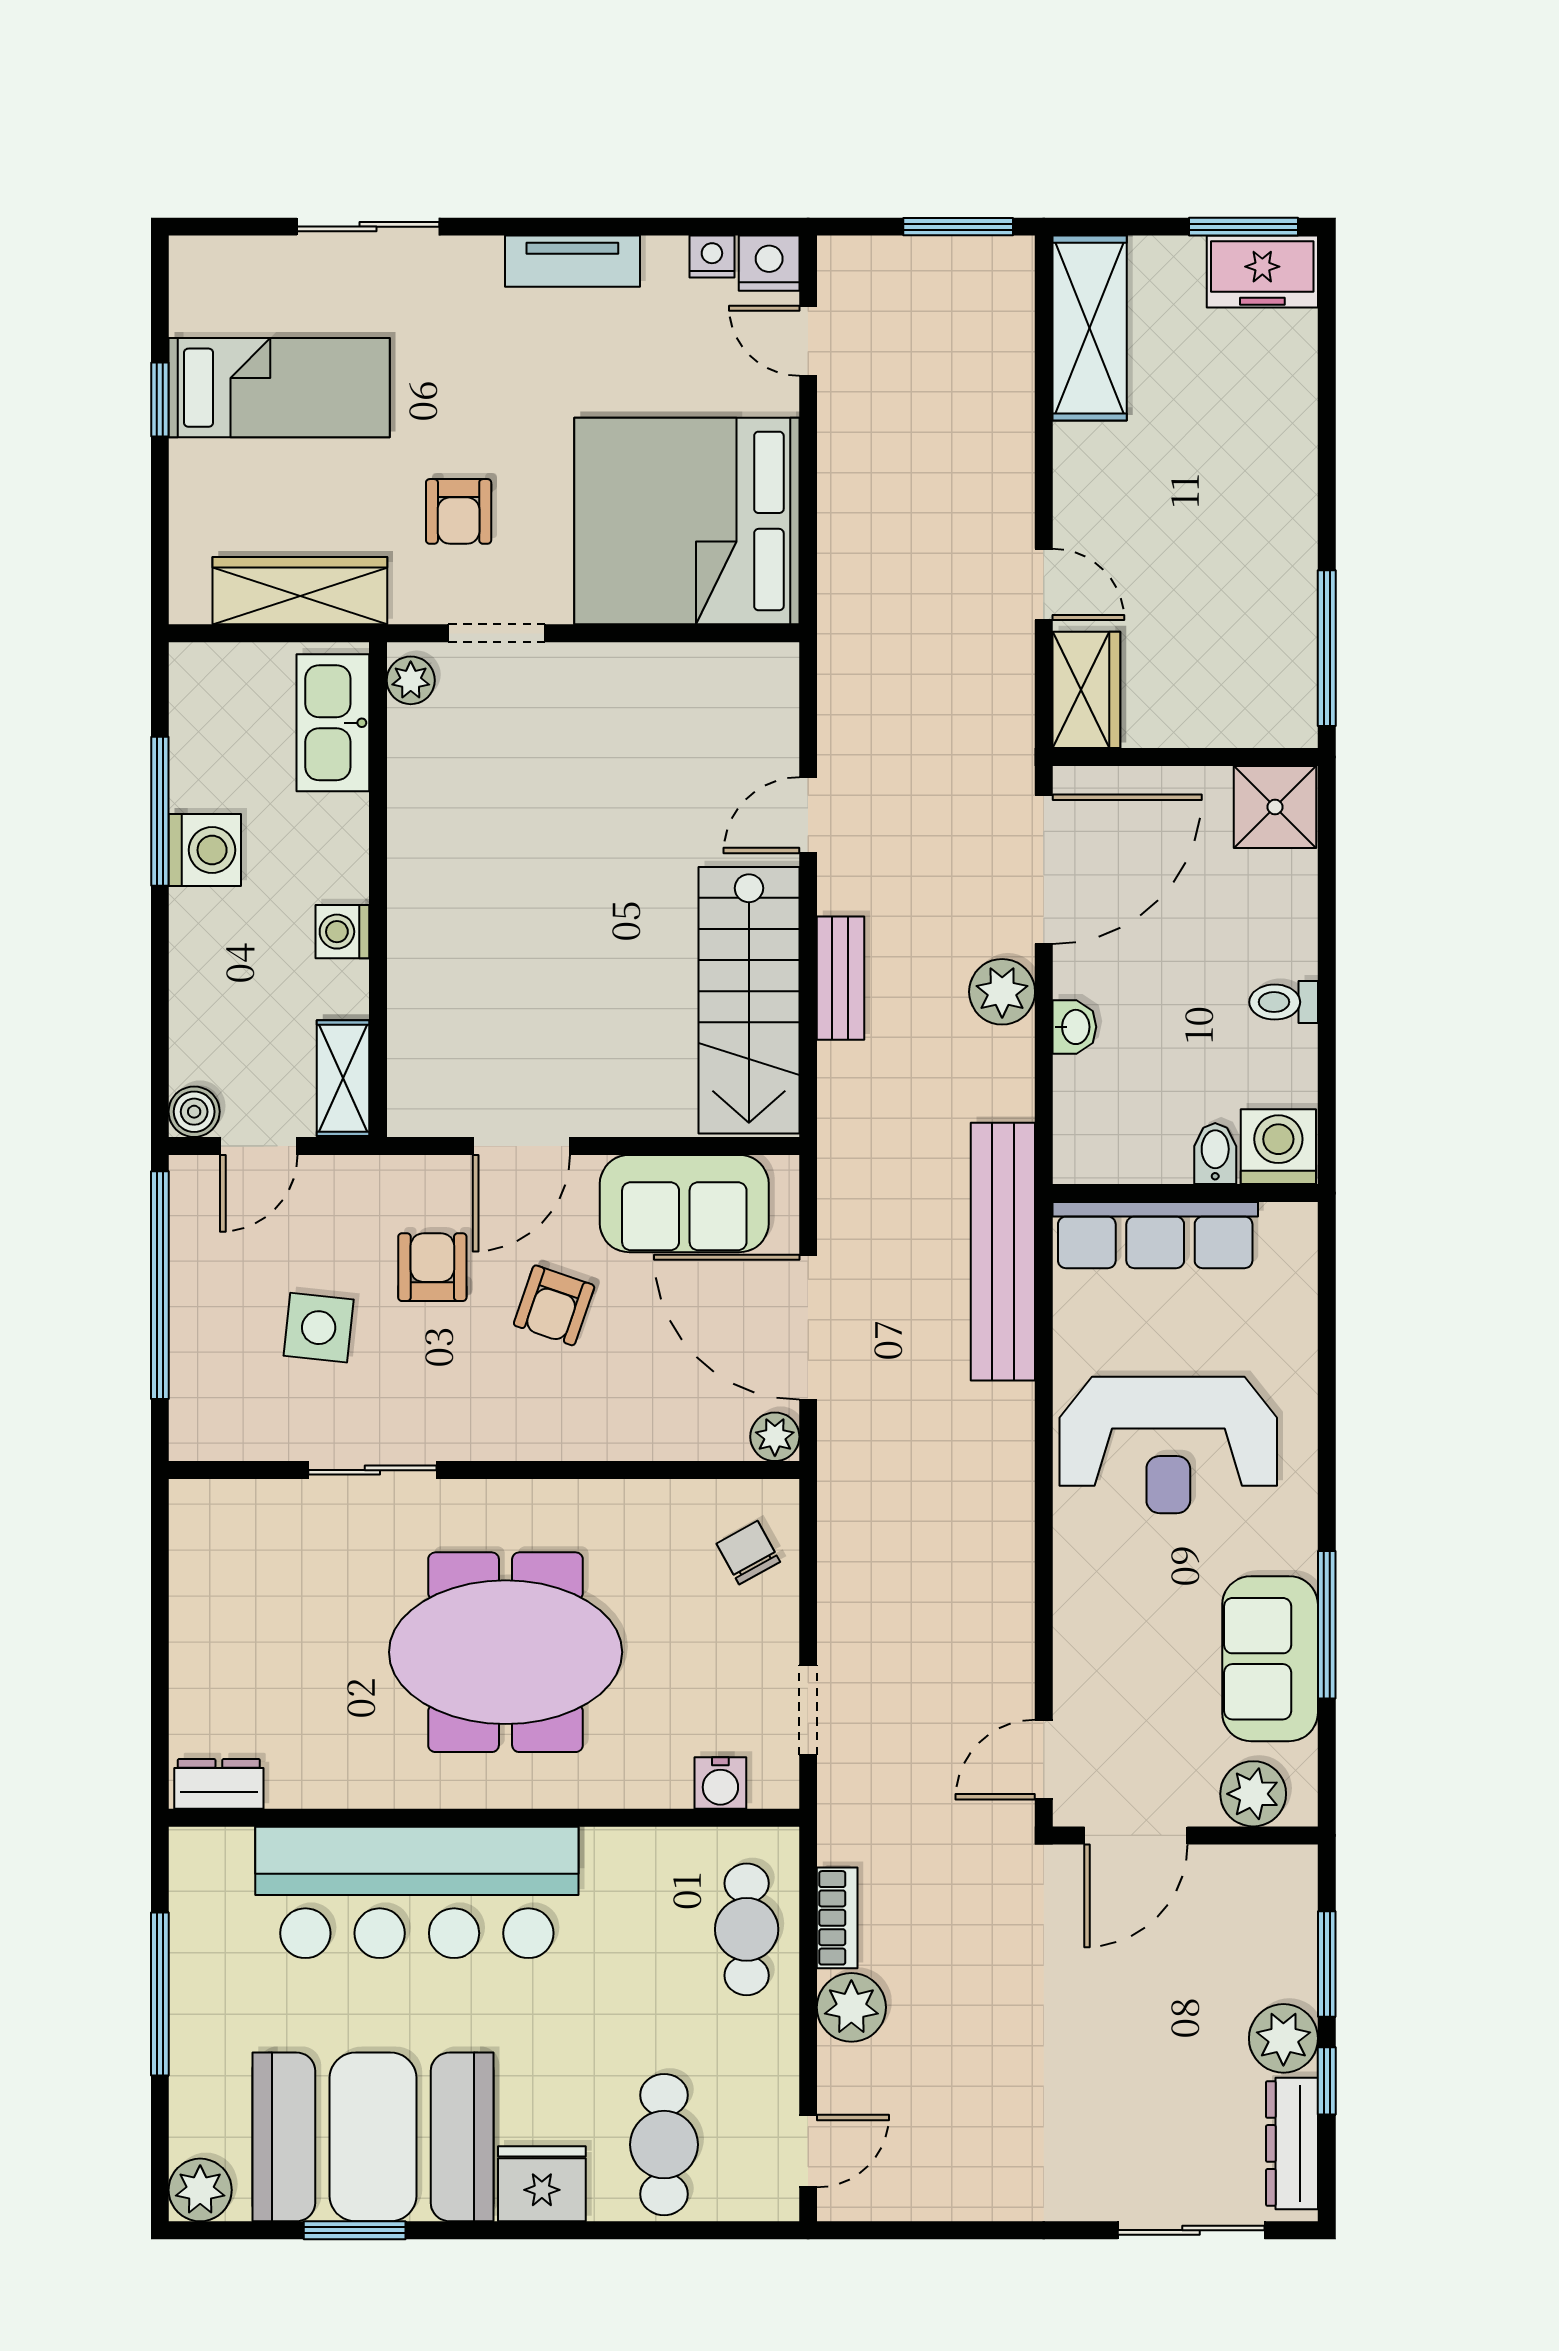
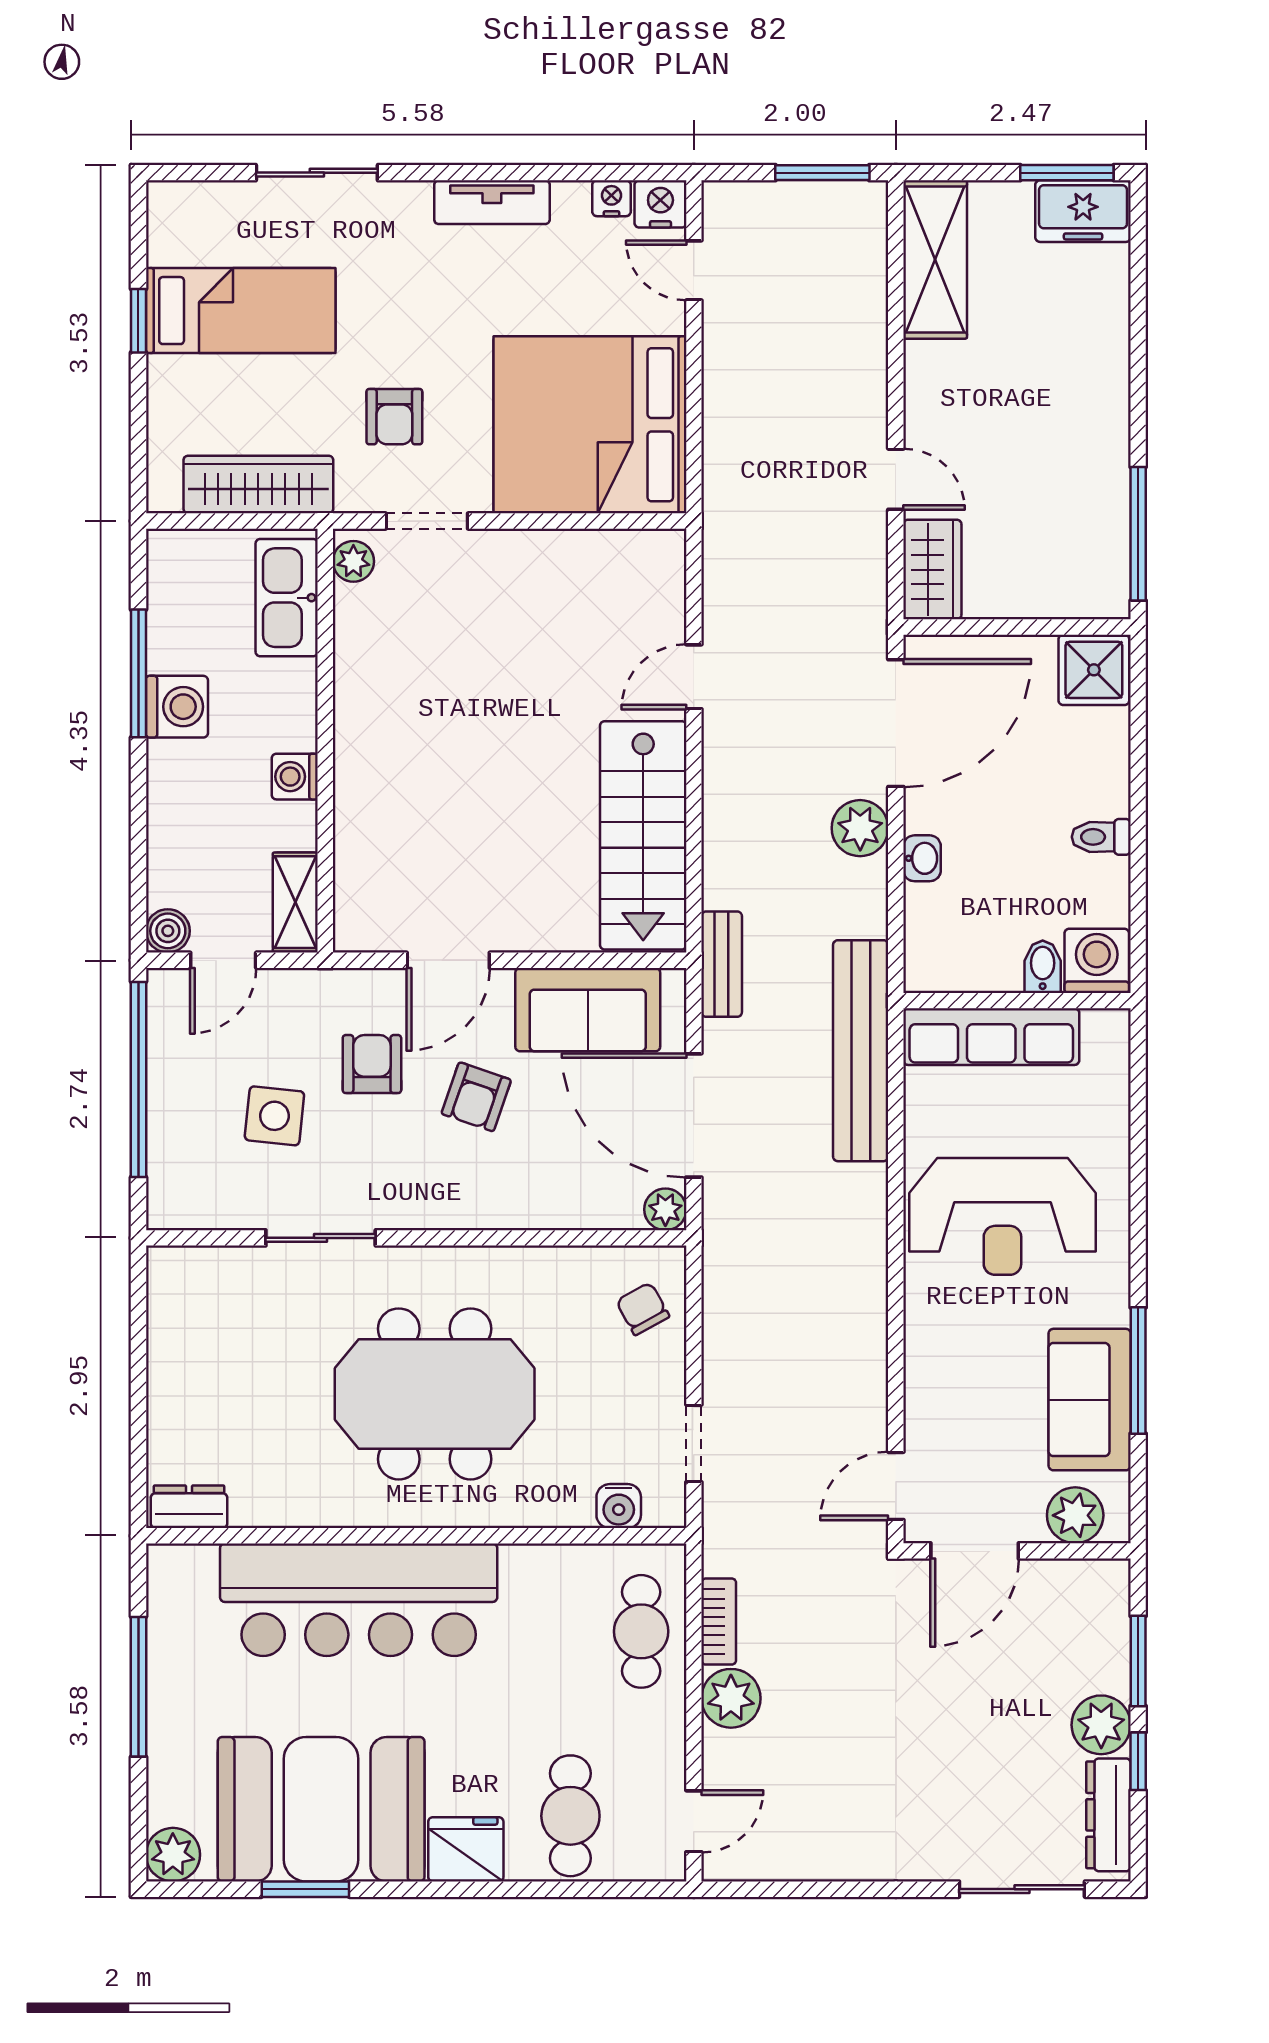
bench: (840, 978) -> (722, 964), moved

